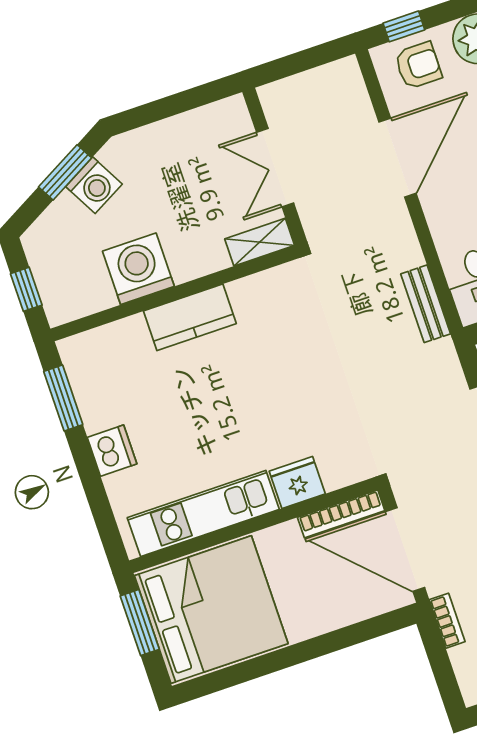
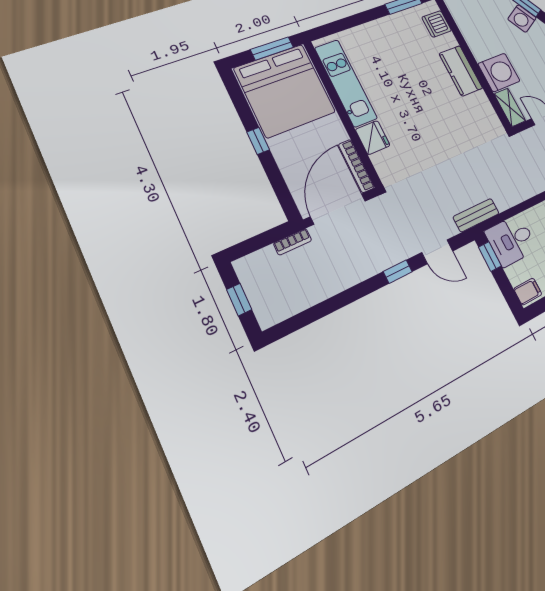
washing machine: (138, 269) -> (499, 72), moved
bench: (426, 304) -> (476, 215), moved
dishwasher: (112, 451) -> (437, 24), moved, turned 90
window: (290, 656) -> (258, 141), added

